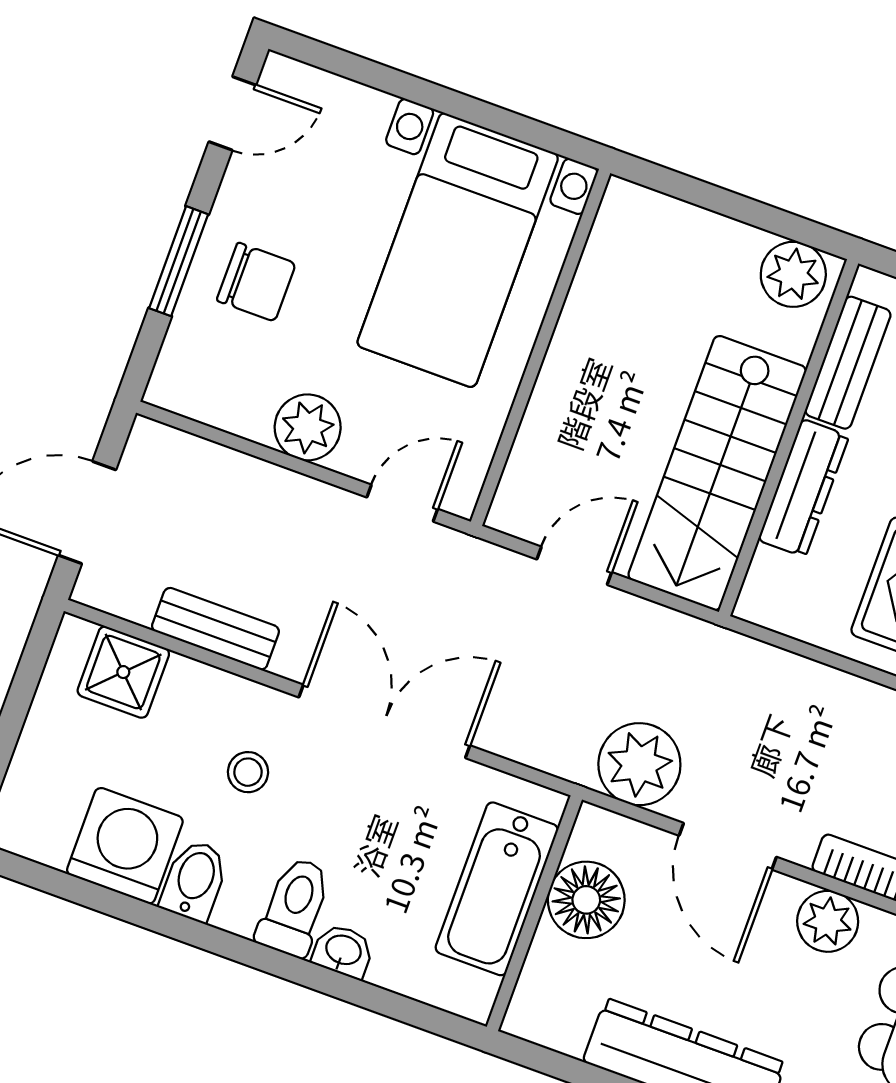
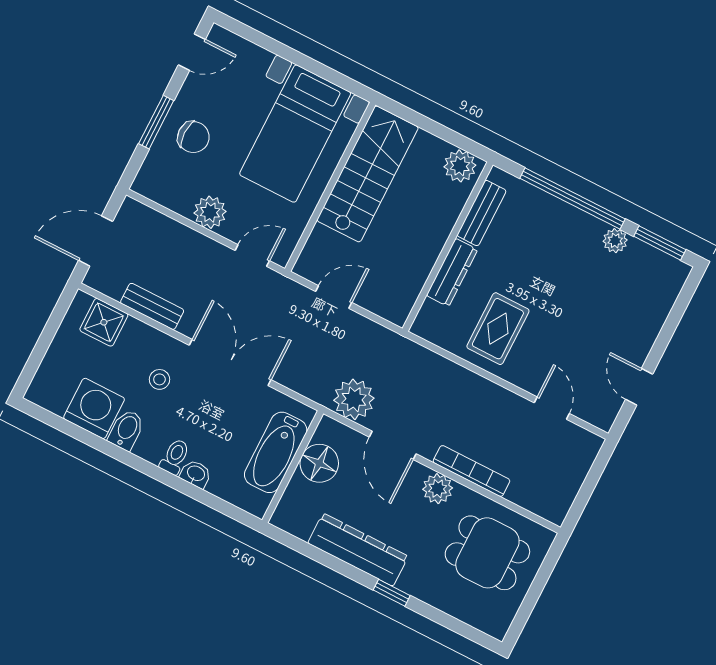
stairs: (717, 473) -> (368, 174), moved, turned 180
toilet: (294, 907) -> (175, 457), width x0.73, depth x0.72

